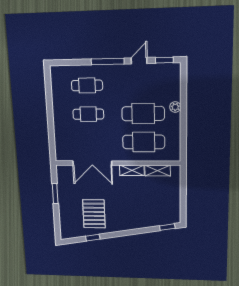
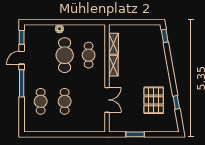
door: (139, 61) -> (22, 58), hinge flipped
cafe table: (144, 142) -> (89, 55), width x0.73, depth x0.74
double door: (92, 163) -> (107, 100), width x0.73
pallet: (94, 214) -> (154, 100), turned 90

